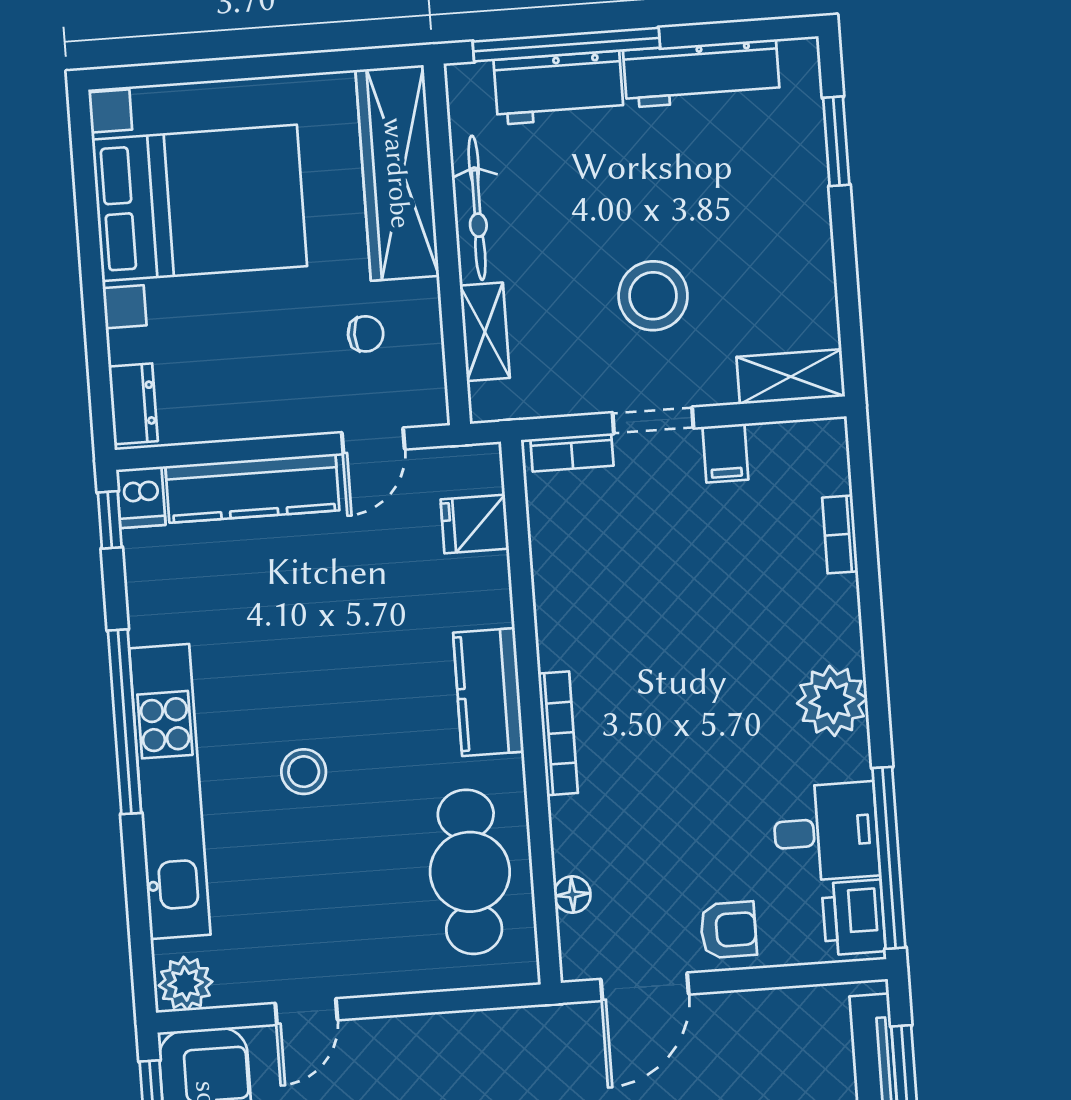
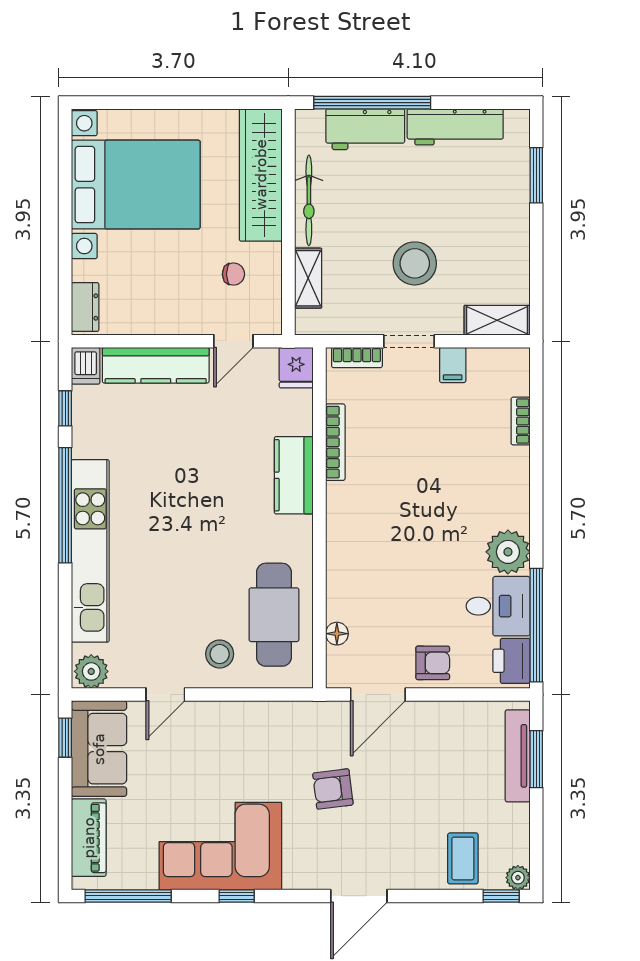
window: (110, 520) -> (65, 408), moved
fridge: (475, 524) -> (296, 368), moved, turned -90
kitchen counter: (488, 692) -> (294, 475), moved
plant: (832, 701) -> (508, 552), moved
bookcase: (558, 733) -> (335, 442), moved
stool: (304, 772) -> (220, 654), moved

